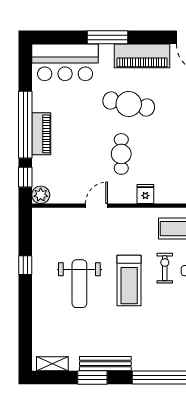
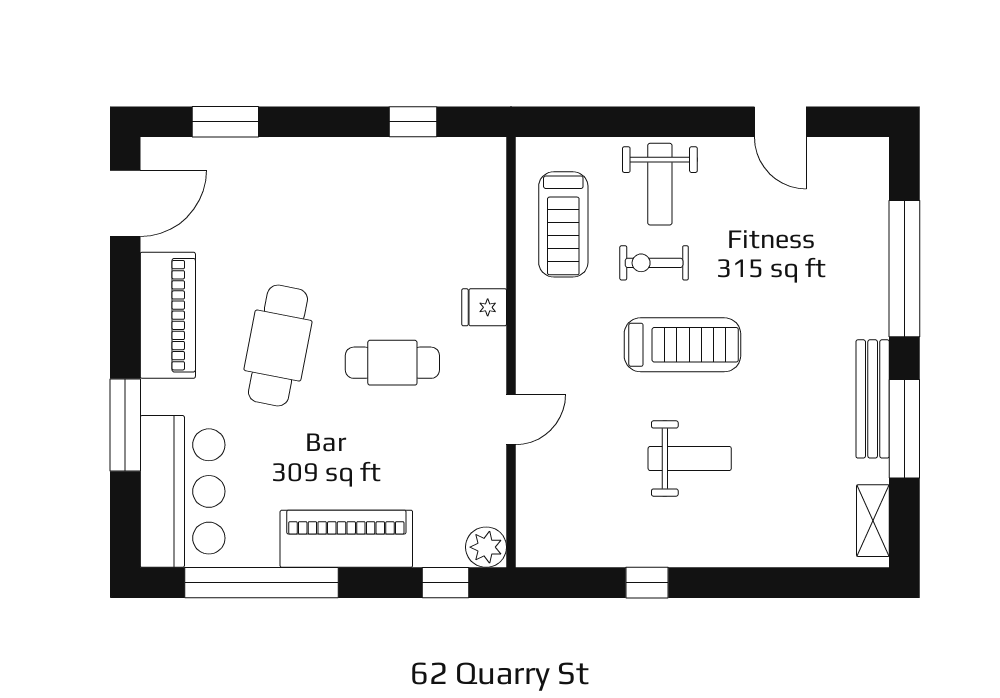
window: (108, 37) -> (125, 425), moved
window: (25, 125) -> (261, 583), moved
piano: (41, 134) -> (346, 539), width x1.37, depth x1.33
door: (96, 206) -> (511, 420), swing flipped
weight bench: (79, 284) -> (690, 458), width x0.73, depth x0.75
window: (92, 377) -> (904, 429), width x1.44

